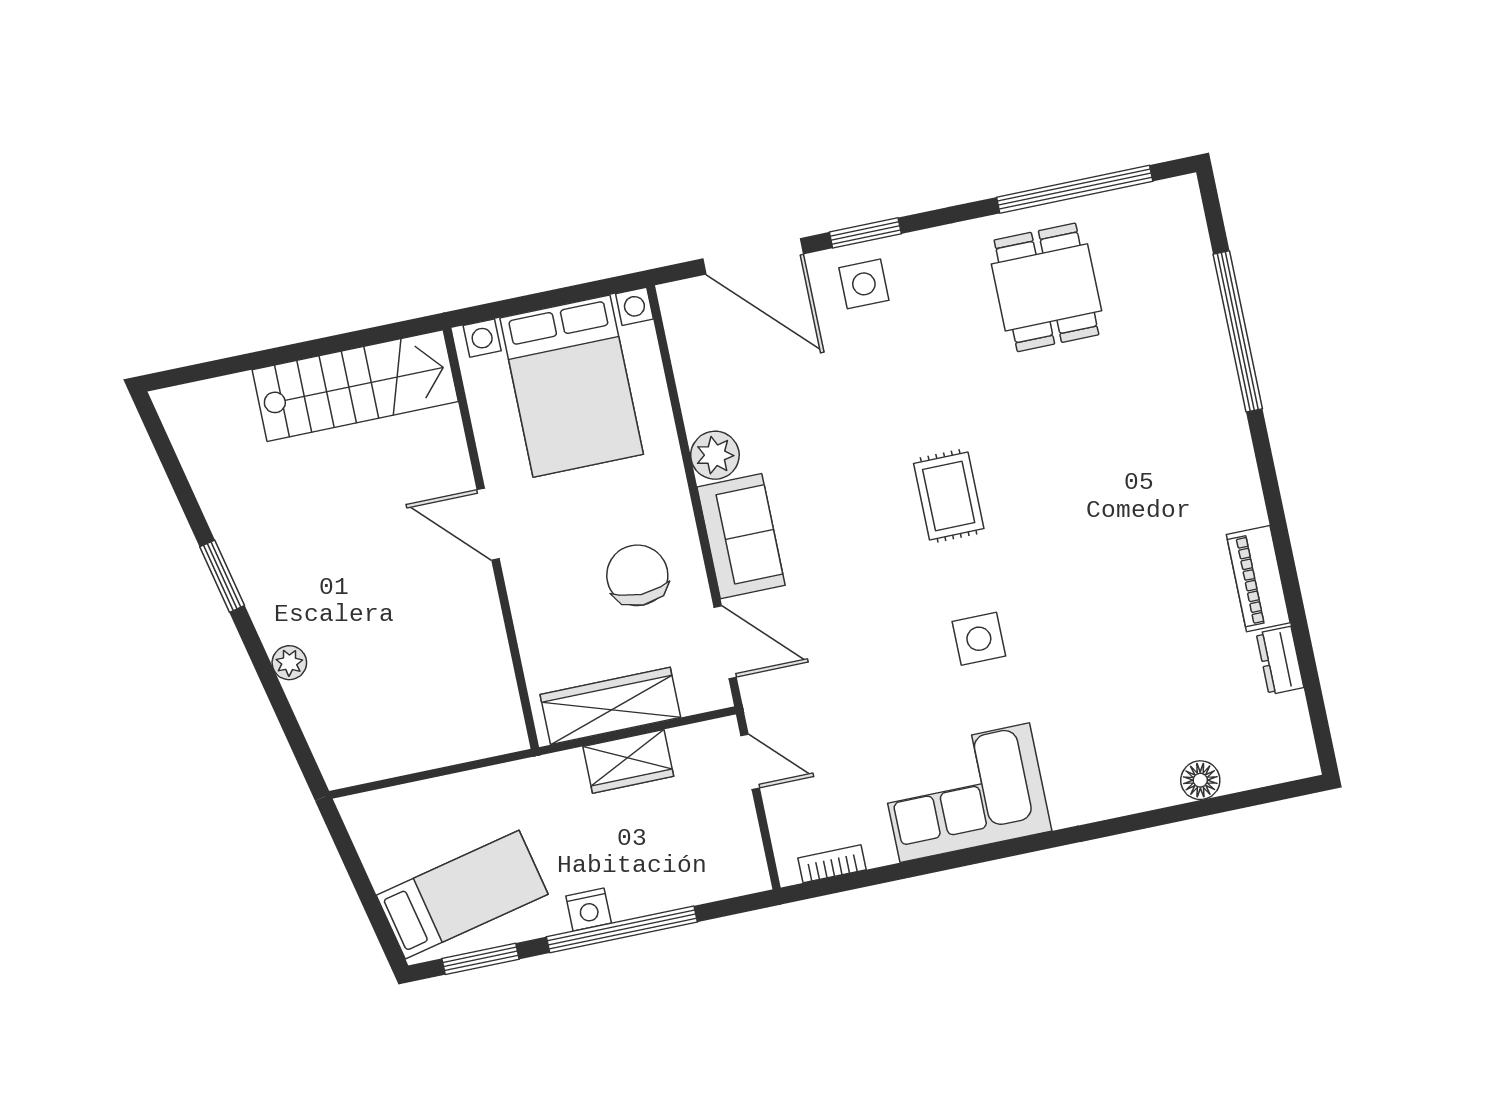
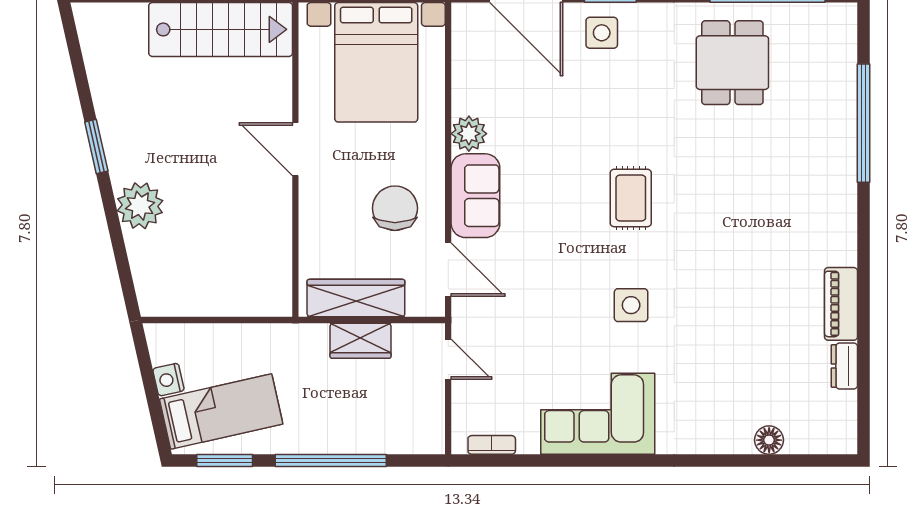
plant: (289, 663) -> (140, 206), width x1.87, depth x1.87
nightstand: (589, 909) -> (168, 380), moved, turned 77

